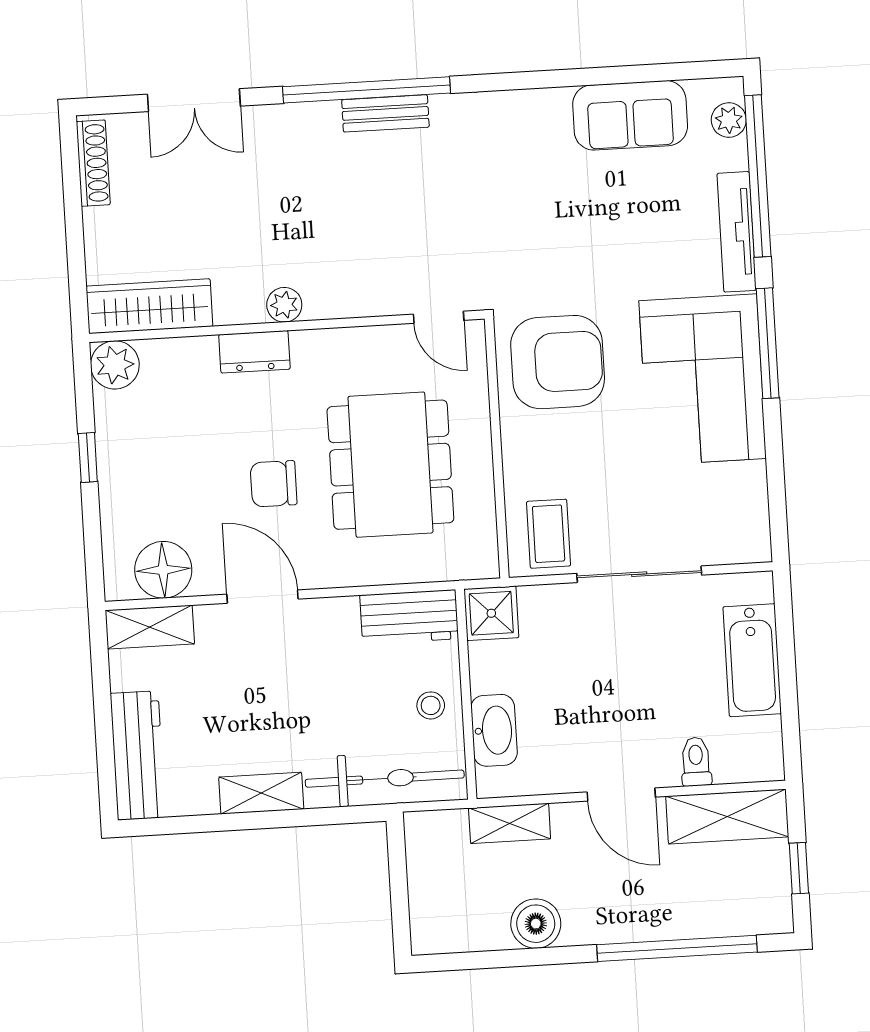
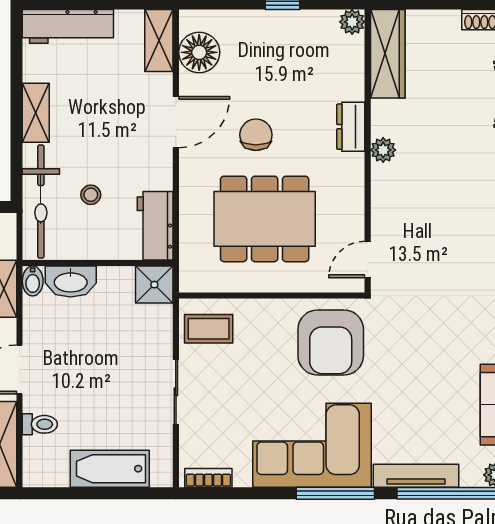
plant: (115, 365) -> (352, 22), width x0.73, depth x0.73
bookcase: (757, 522) -> (208, 478), added
sliding door: (639, 574) -> (176, 392), width x0.73
stool: (431, 705) -> (91, 195), moved
bidet: (496, 783) -> (33, 281), added

